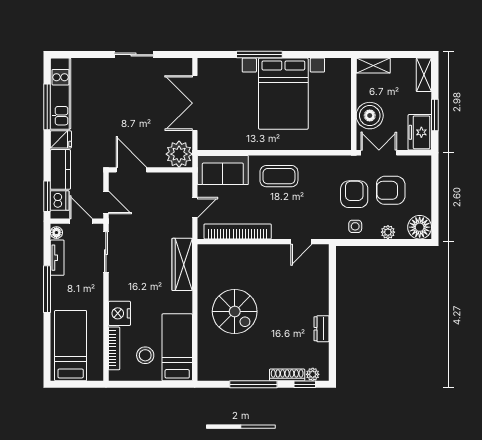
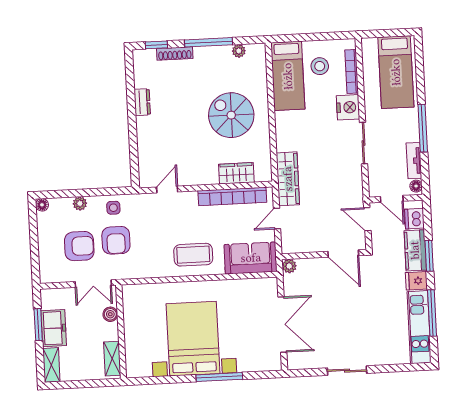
shelving: (373, 66) -> (112, 359), moved, turned 90
boiler: (370, 116) -> (110, 314), width x0.54, depth x0.54
freezer: (420, 132) -> (54, 328), moved
plant: (179, 154) -> (289, 266), width x0.53, depth x0.53
window: (47, 196) -> (429, 256), moved
floor lamp: (420, 227) -> (42, 205), width x0.53, depth x0.53
sliding door: (106, 252) -> (364, 143), moved
wardrobe: (233, 254) -> (236, 173), added
wardrobe: (182, 264) -> (288, 179), moved
plant: (313, 374) -> (239, 51), moved

